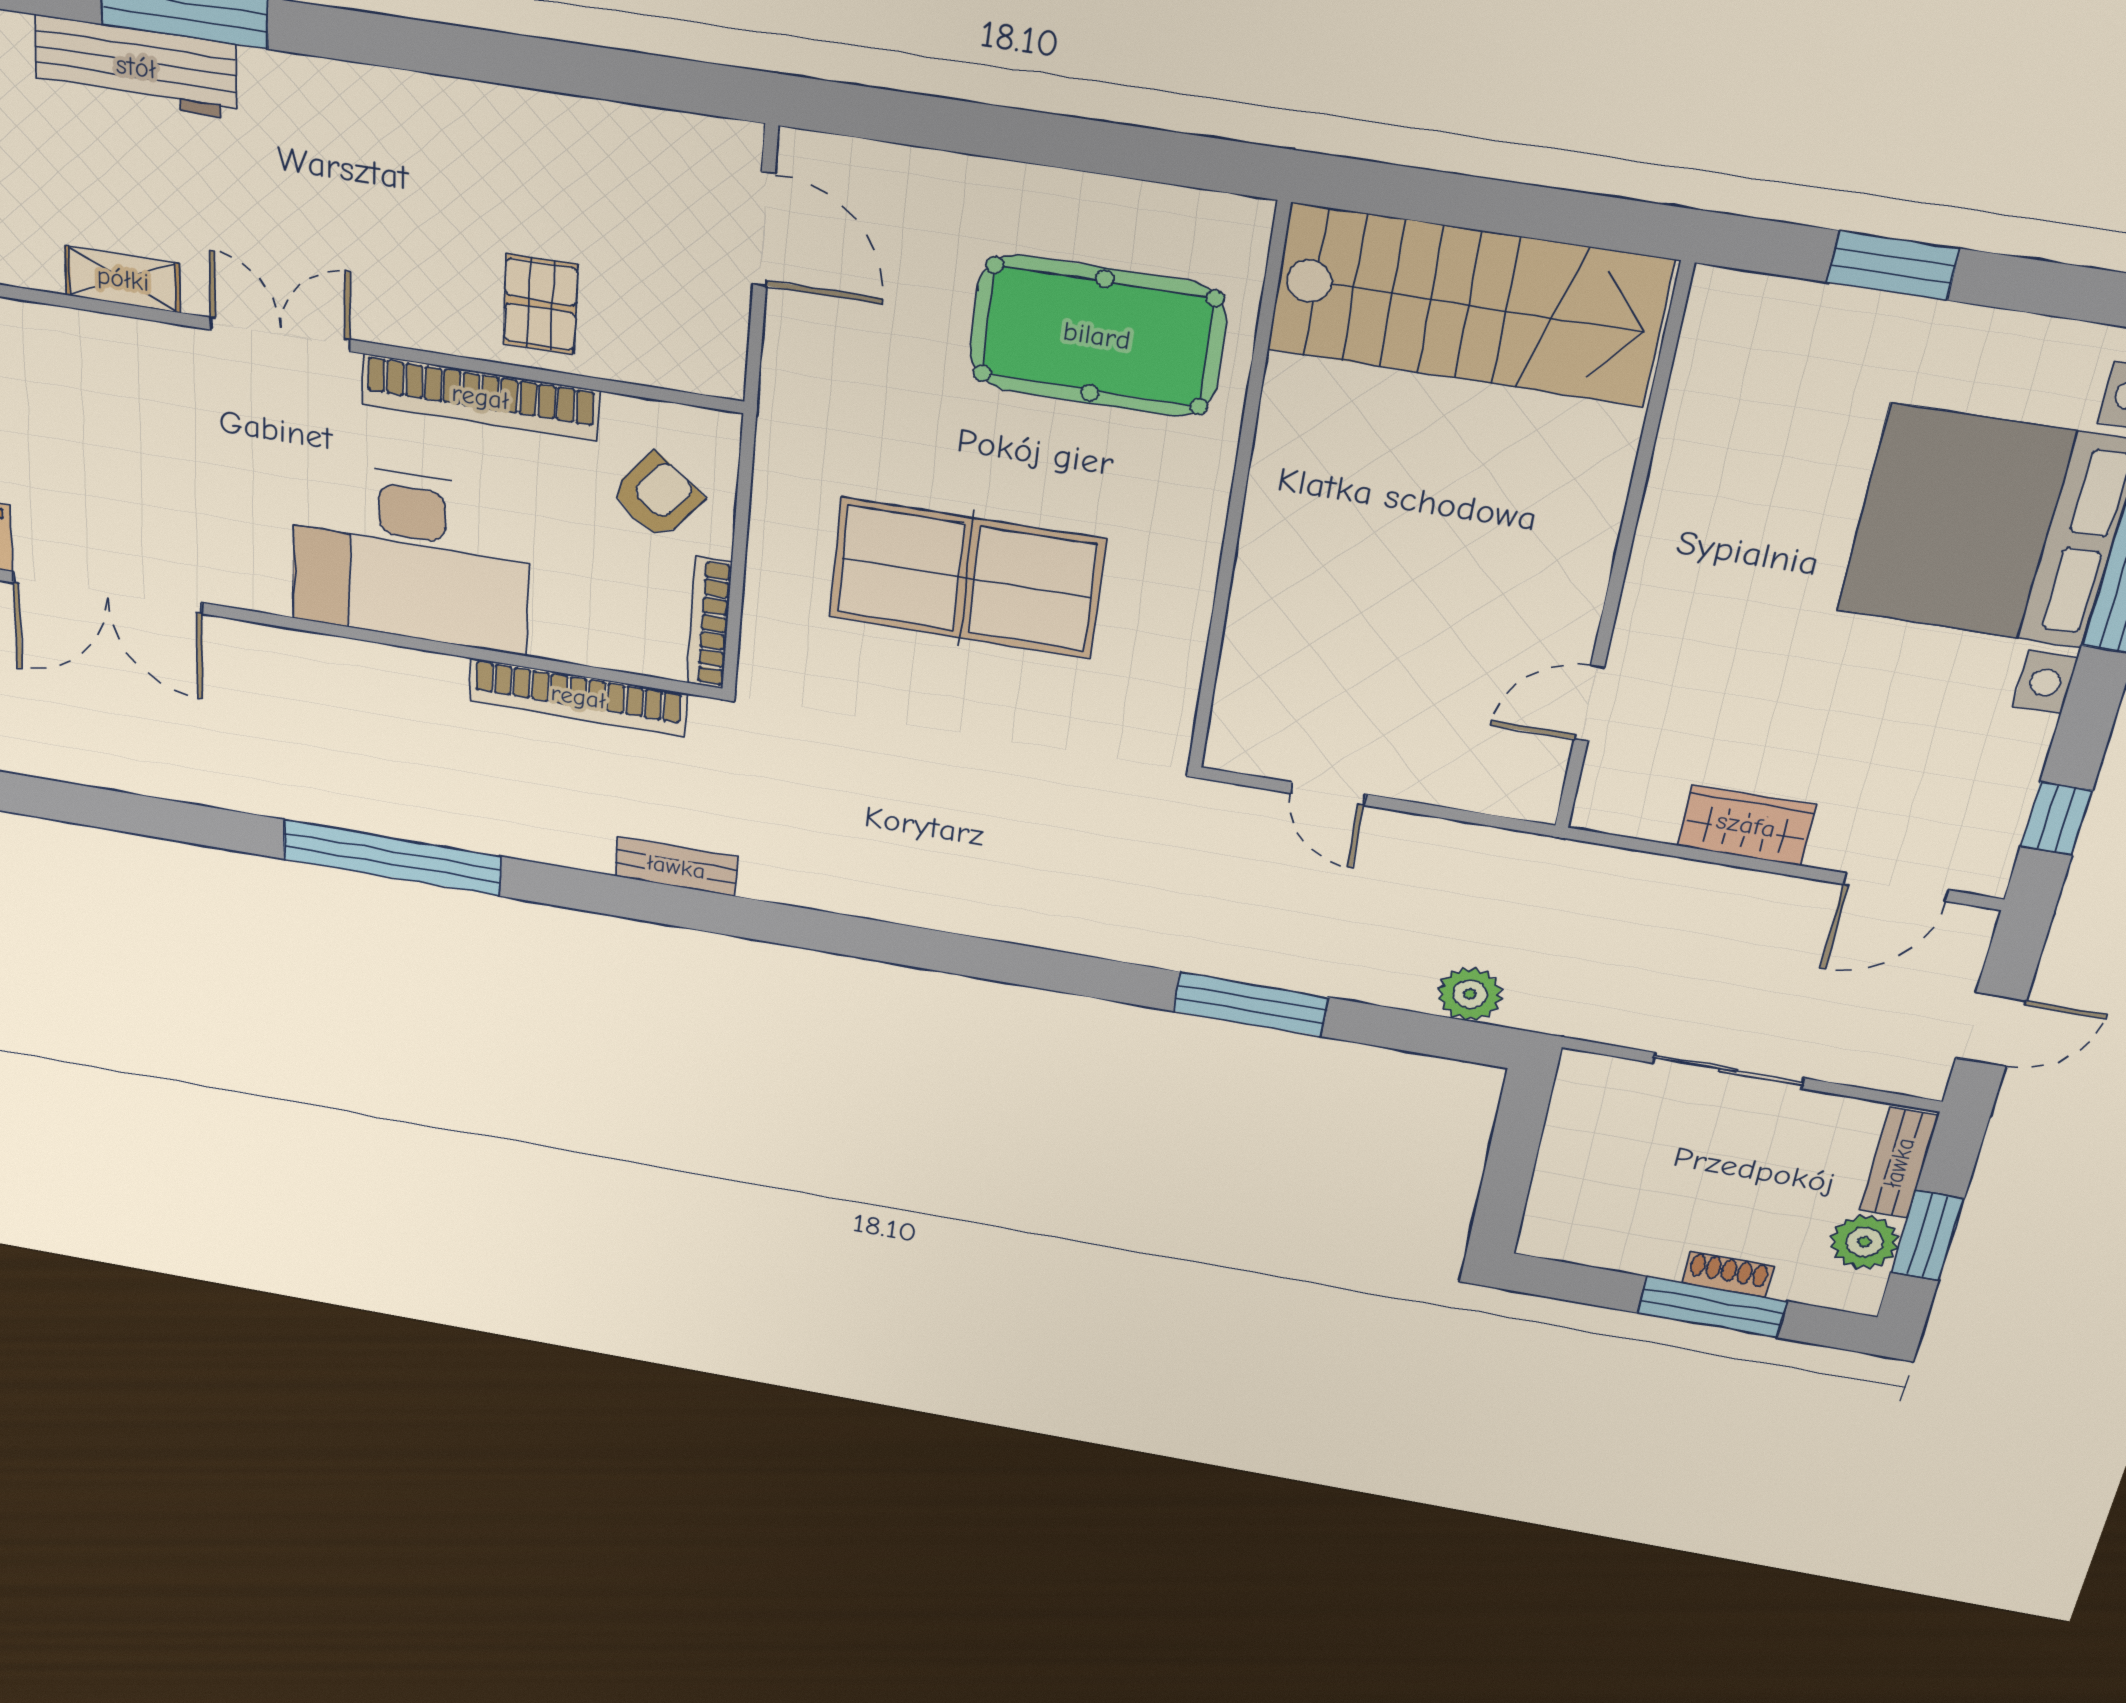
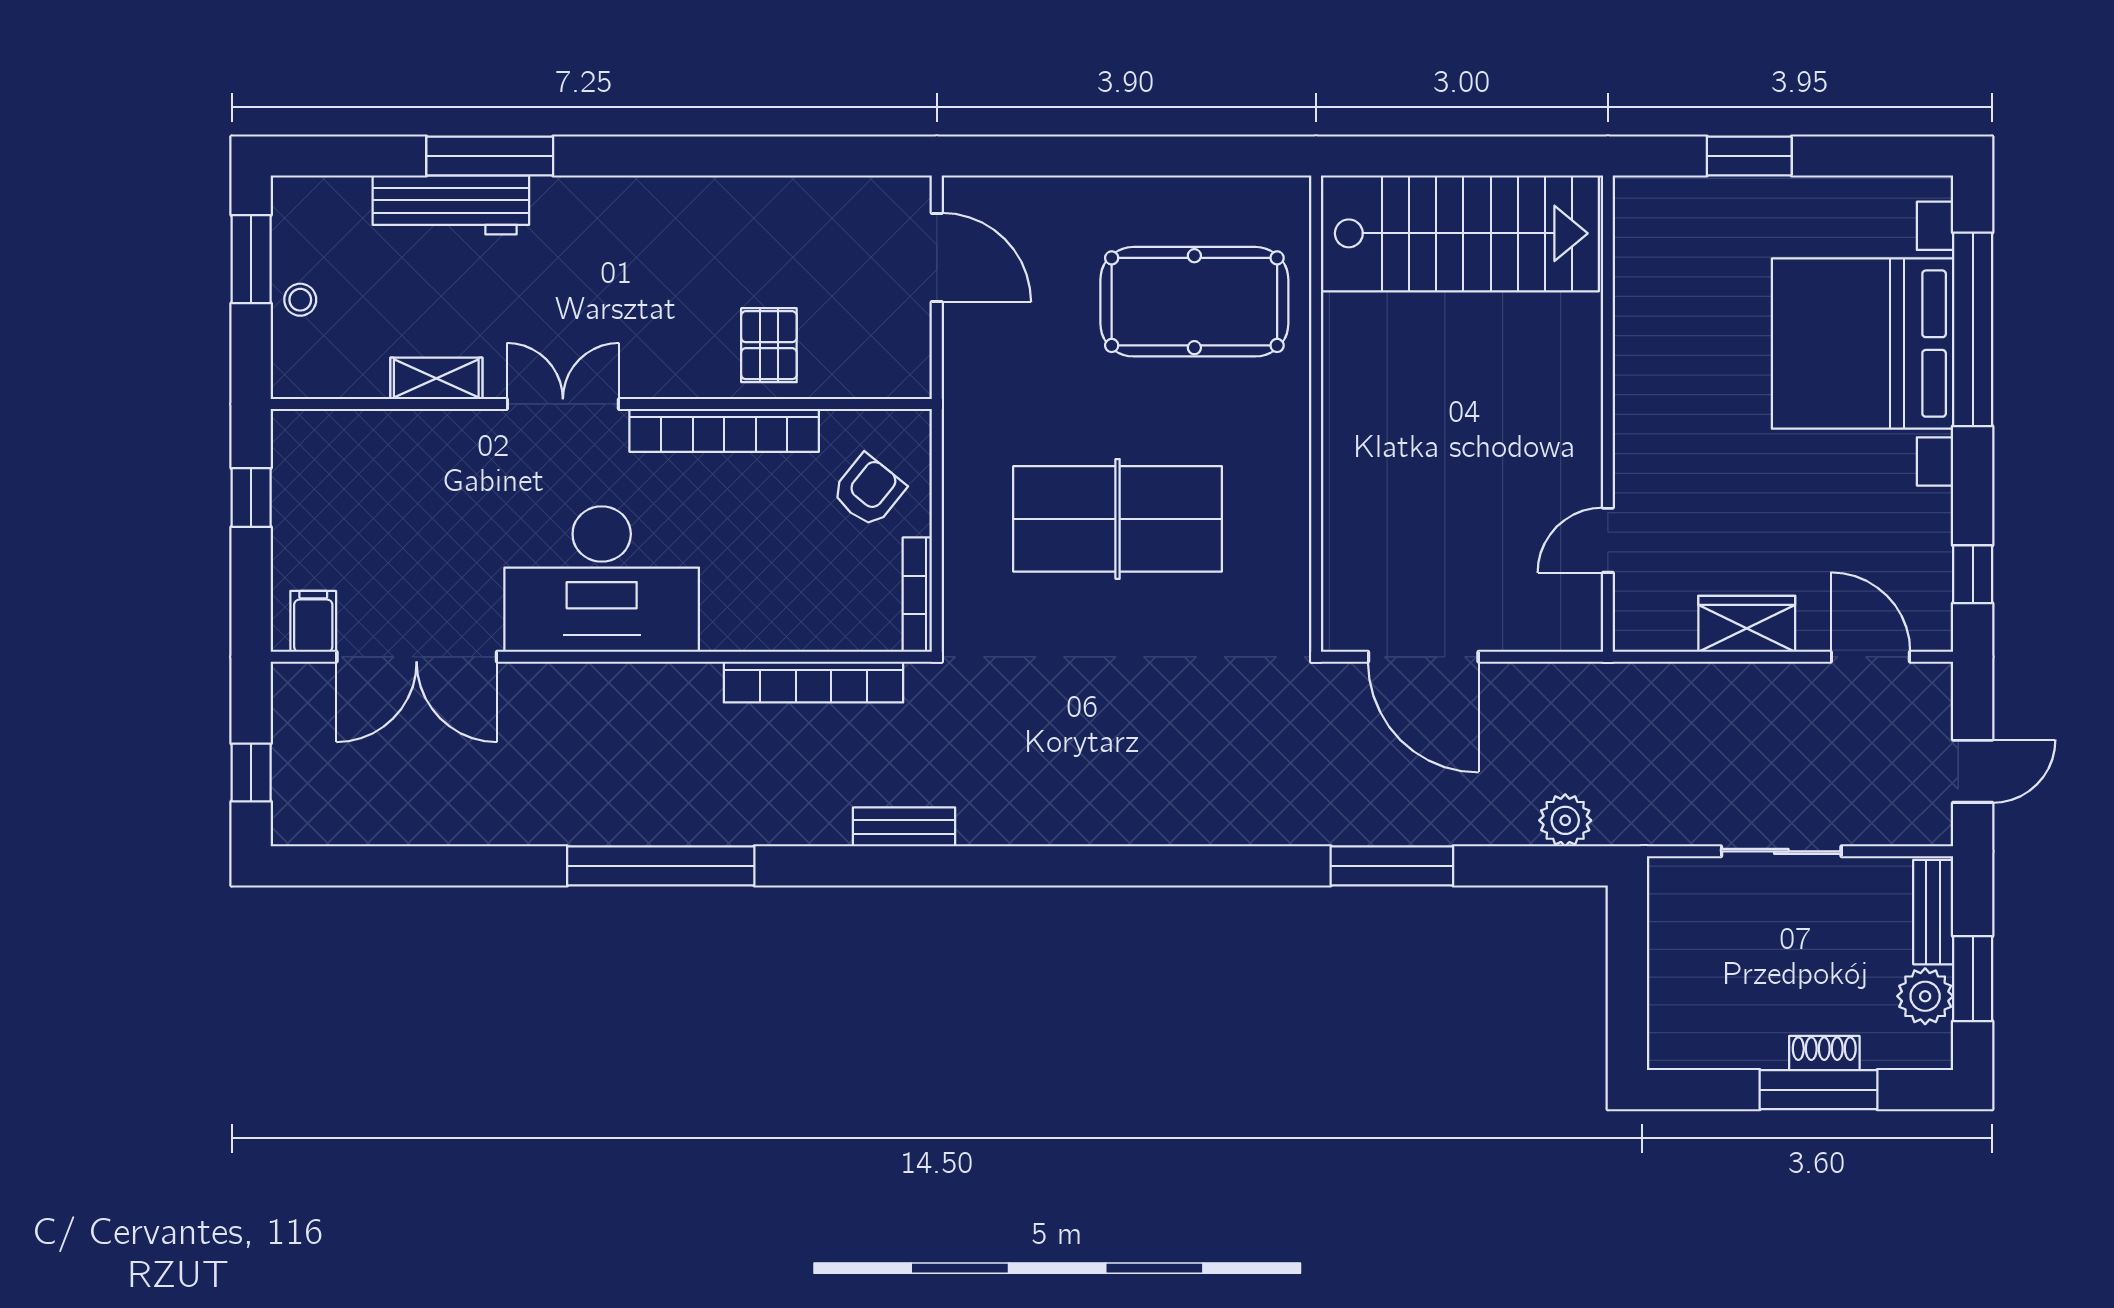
desk: (411, 557) -> (602, 579), moved
door: (1328, 794) -> (1423, 657), width x1.87
door: (1896, 887) -> (1870, 657), swing flipped

